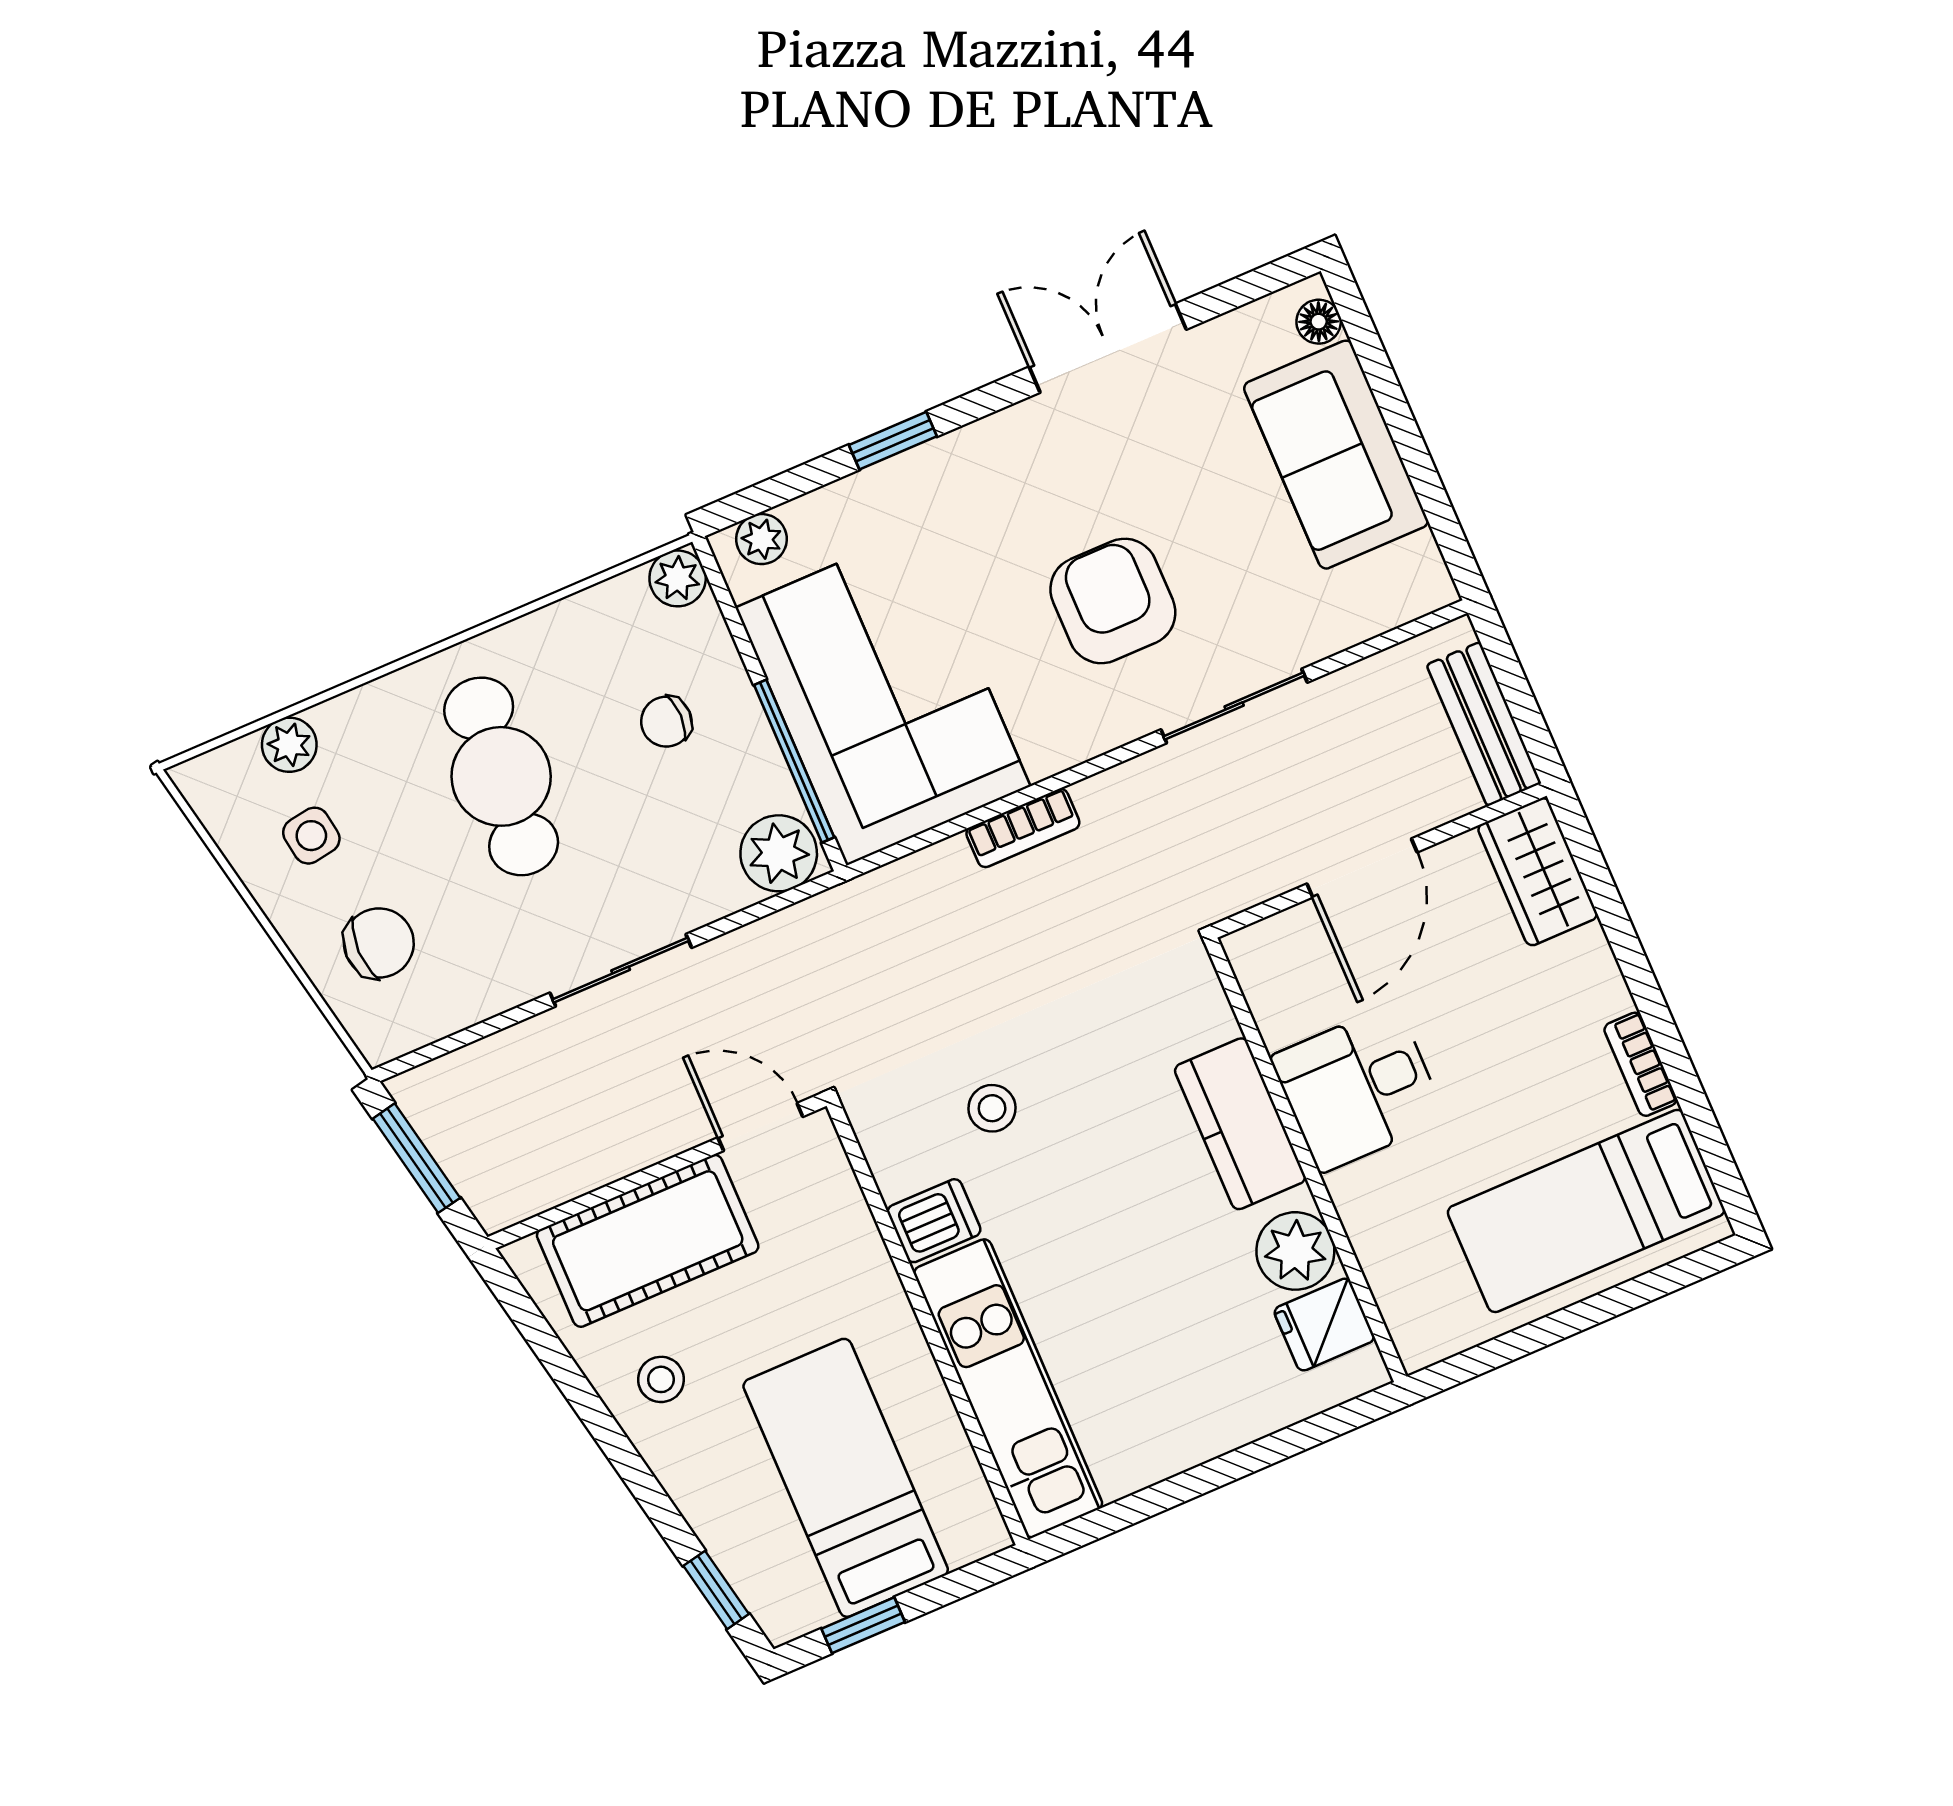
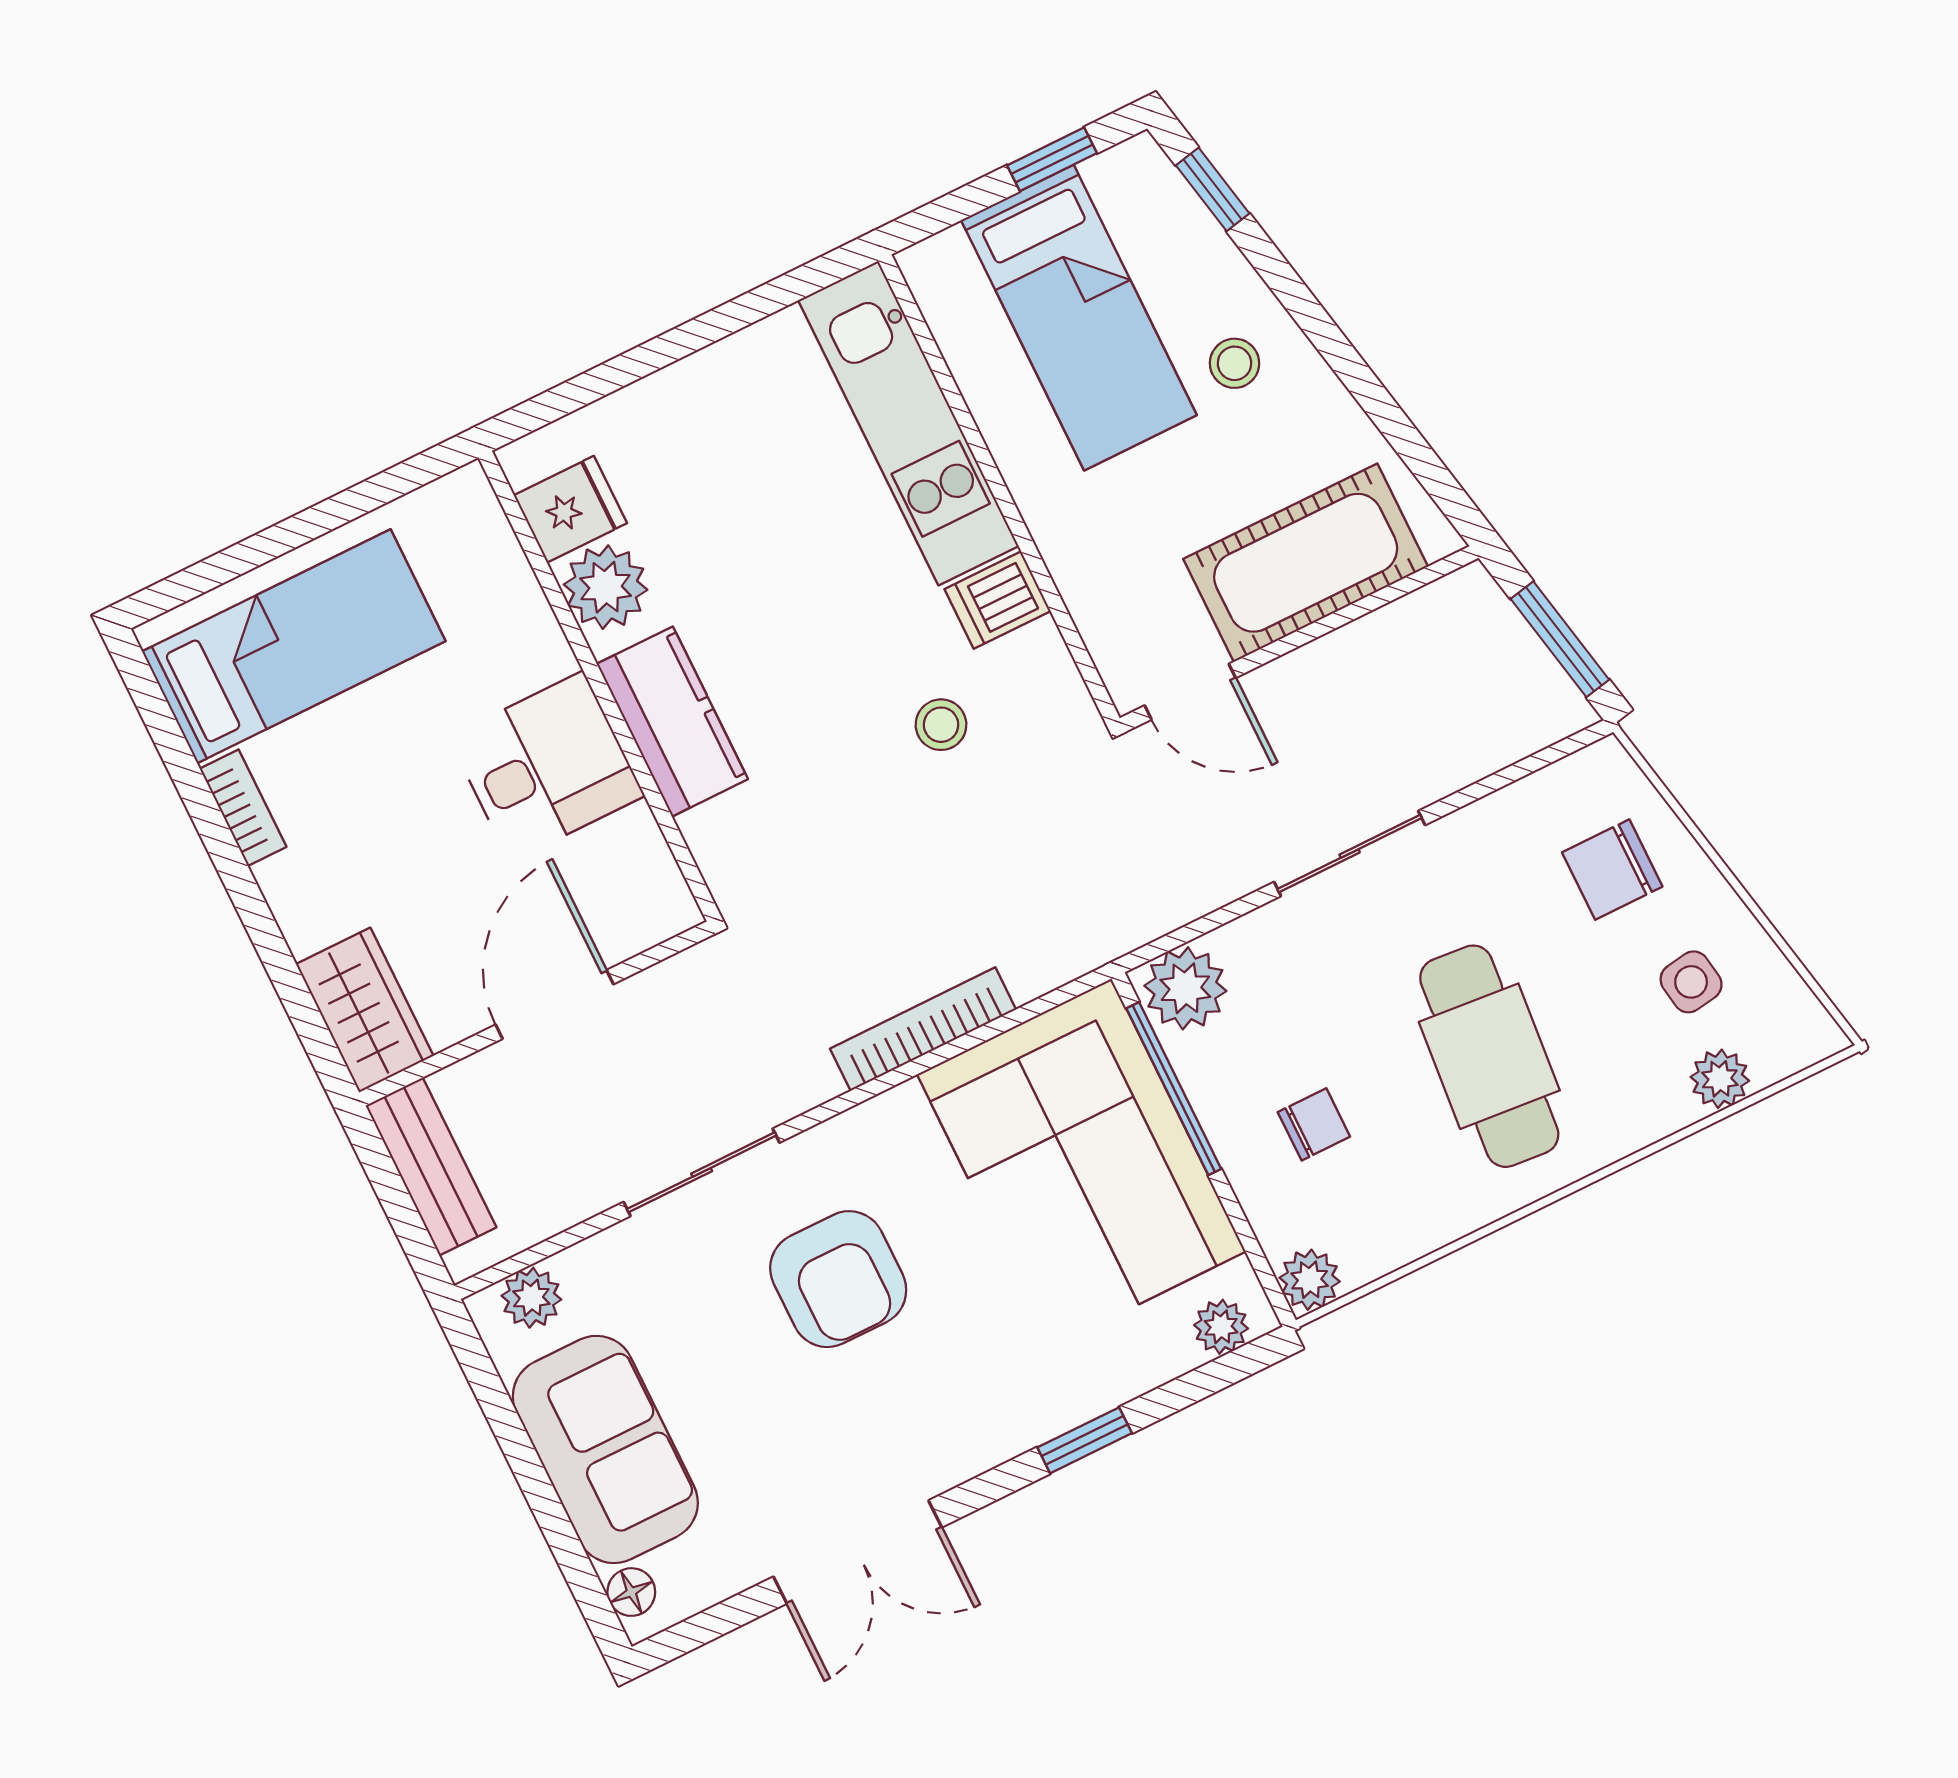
plant: (1397, 598) -> (531, 1298), added
bookcase: (1023, 828) -> (923, 1029), width x1.56
stool: (661, 1379) -> (1234, 363), moved

